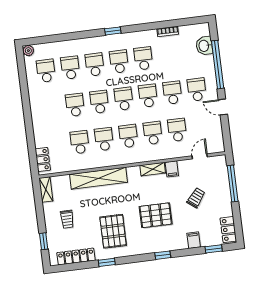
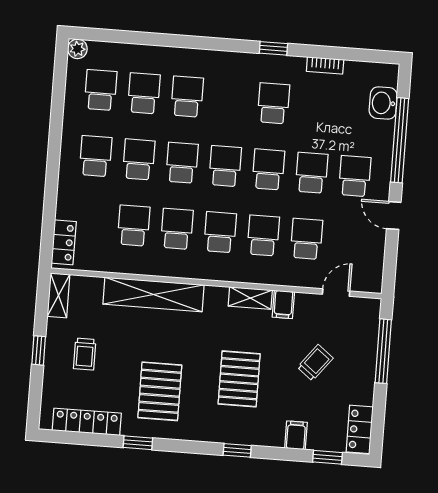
window: (113, 31) -> (273, 48), moved
school desk: (119, 61) -> (96, 156), moved
pallet: (156, 215) -> (239, 379), turned 90
window: (44, 241) -> (39, 350), moved

